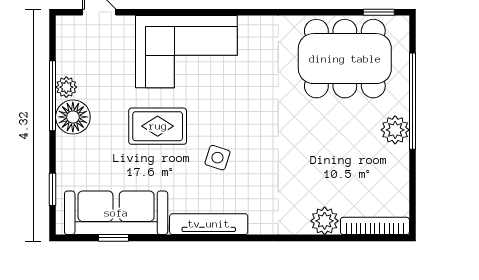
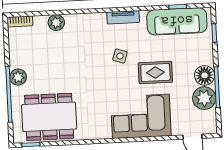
plant: (66, 87) -> (204, 98), width x1.88, depth x1.88
tv unit: (209, 224) -> (123, 17), width x0.71
bookcase: (375, 226) -> (20, 21), width x0.64

